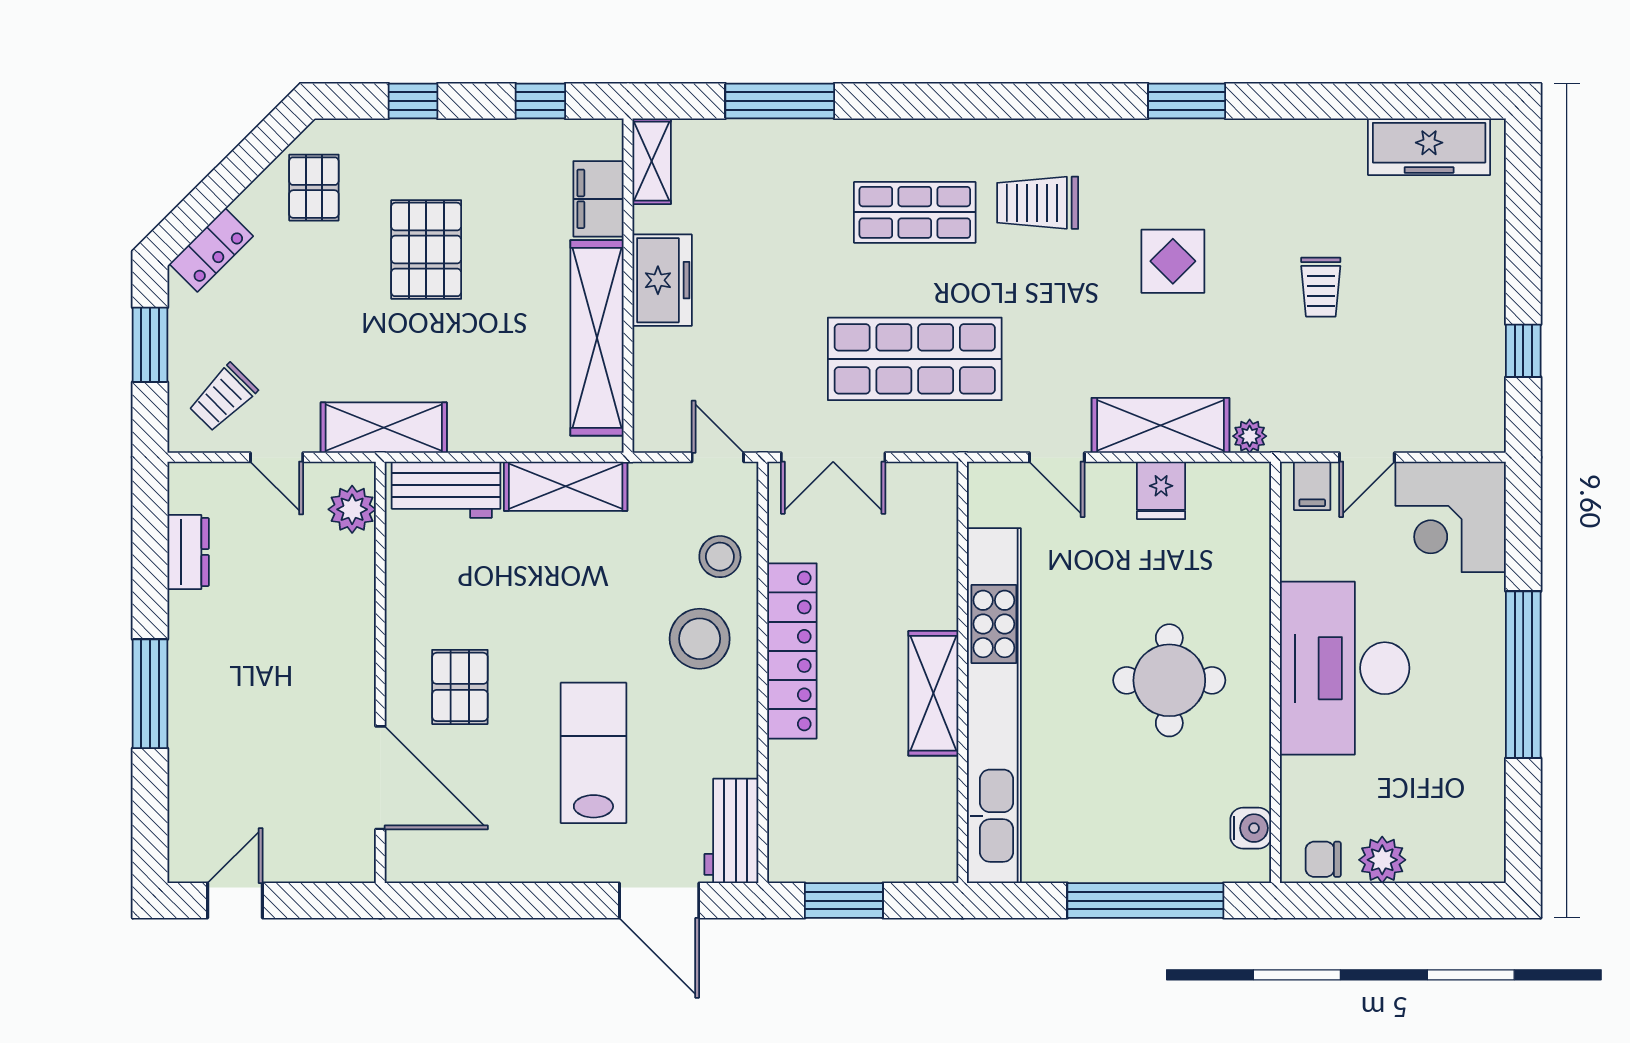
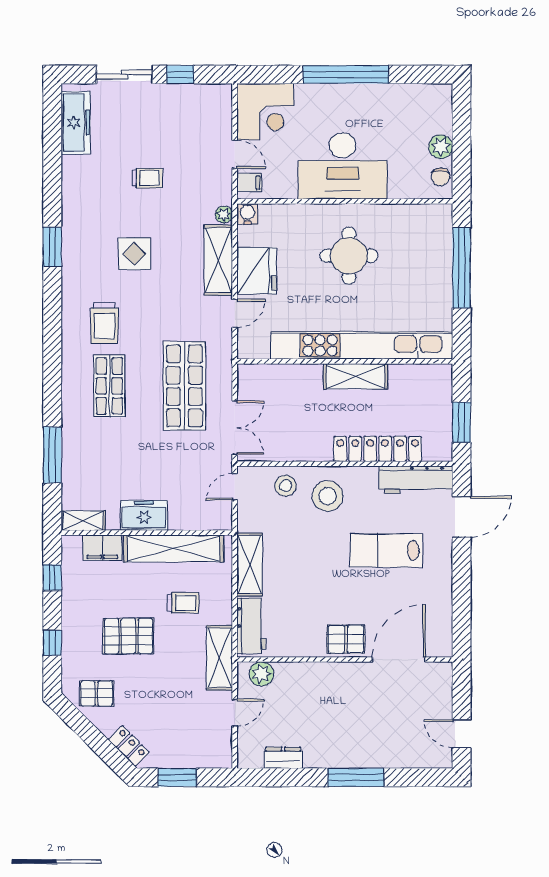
sliding door: (1523, 242) -> (124, 75), added
trolley: (223, 398) -> (183, 603), moved, turned -45
fridge: (1161, 490) -> (257, 271), width x1.88, depth x1.34
locker: (792, 651) -> (378, 449), moved
pallet: (460, 687) -> (346, 639), moved
water cooler: (1251, 828) -> (247, 214), moved
workbench: (731, 831) -> (416, 480), width x1.38

